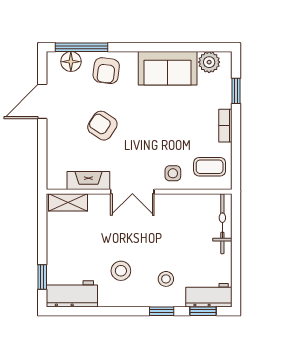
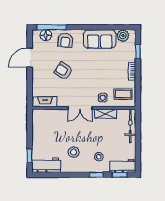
fireplace: (88, 180) -> (45, 102), moved
shelving: (68, 202) -> (106, 114), moved

